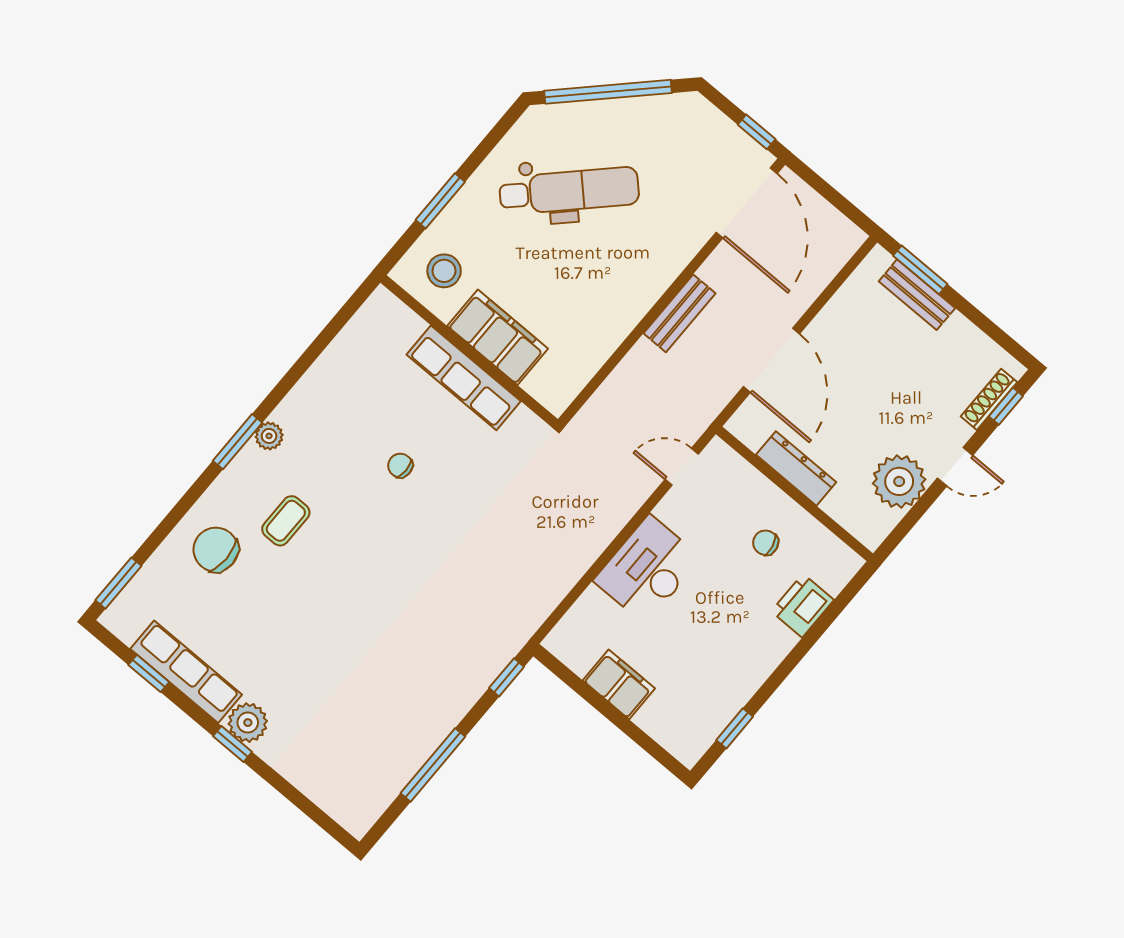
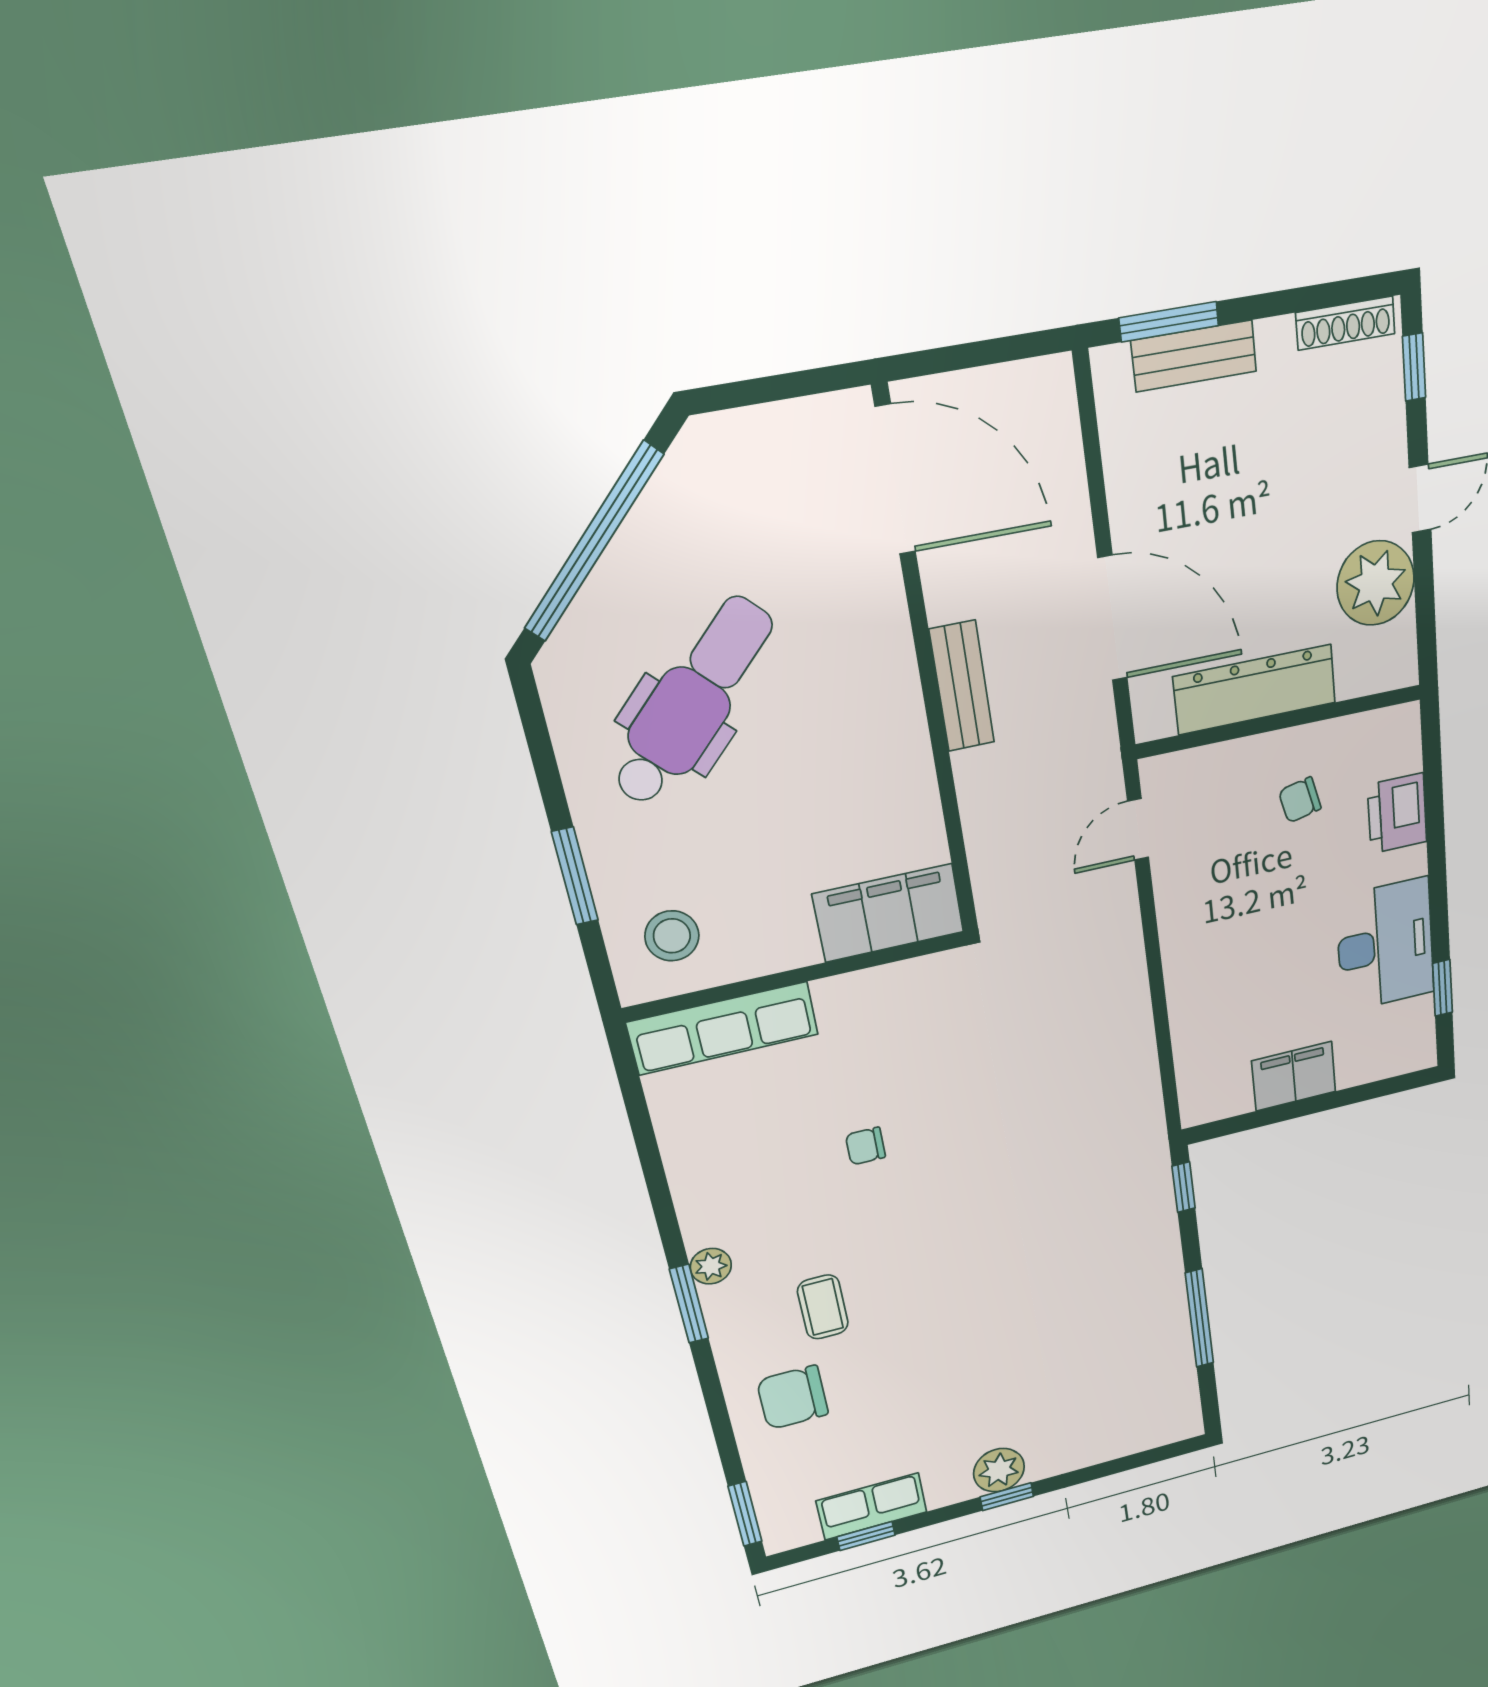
window: (757, 132) -> (812, 382), removed
filing cabinet: (498, 337) -> (889, 913), moved
row of seats: (464, 378) -> (723, 1028), moved
shoe rack: (989, 399) -> (1345, 323), moved, turned -90
dresser: (796, 468) -> (1255, 690), width x1.37, depth x1.24
desk: (647, 569) -> (1385, 945), moved, turned 180
row of seats: (186, 672) -> (872, 1506), width x0.68

